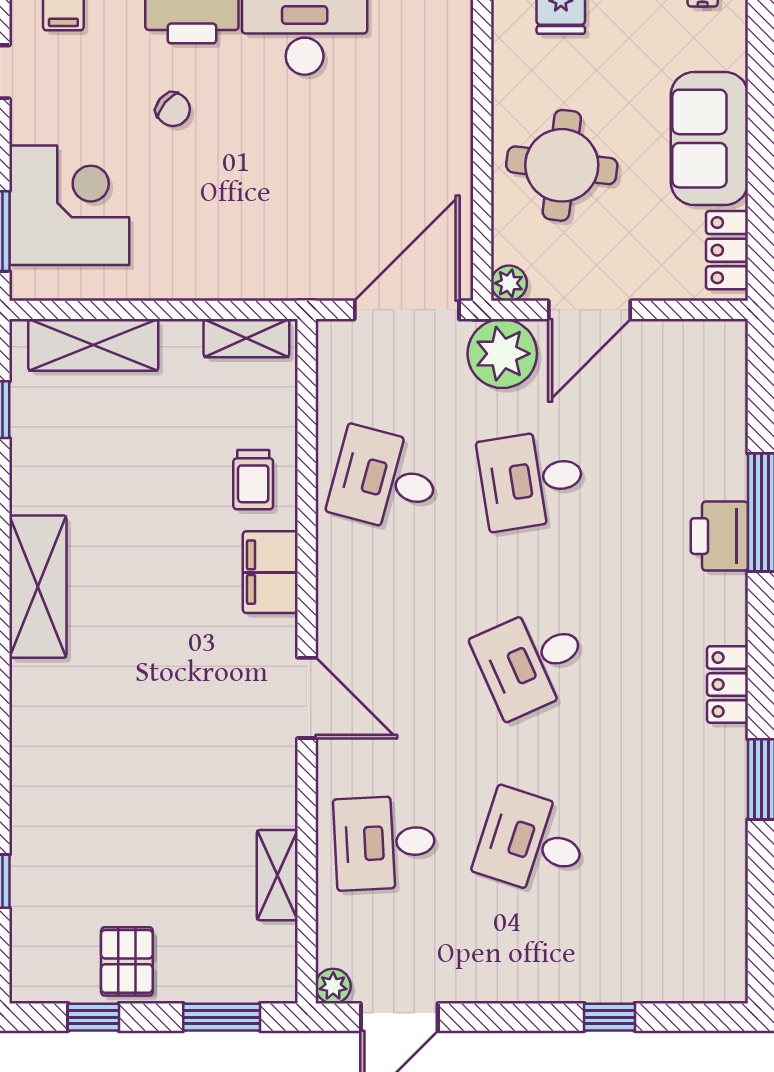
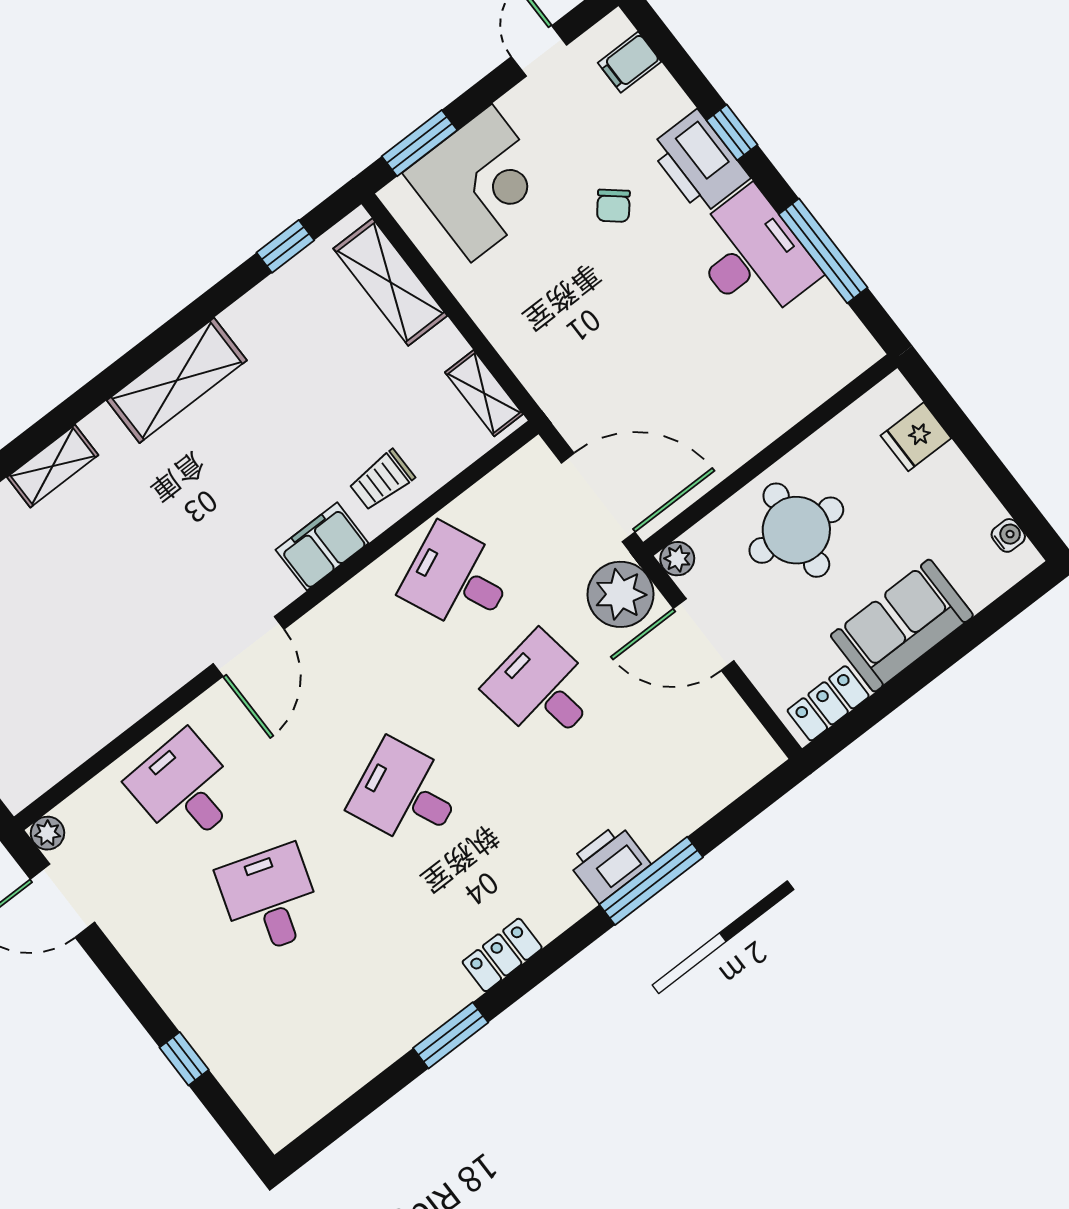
desk: (385, 480) -> (458, 579), turned -39
shelving: (277, 875) -> (53, 466), moved

